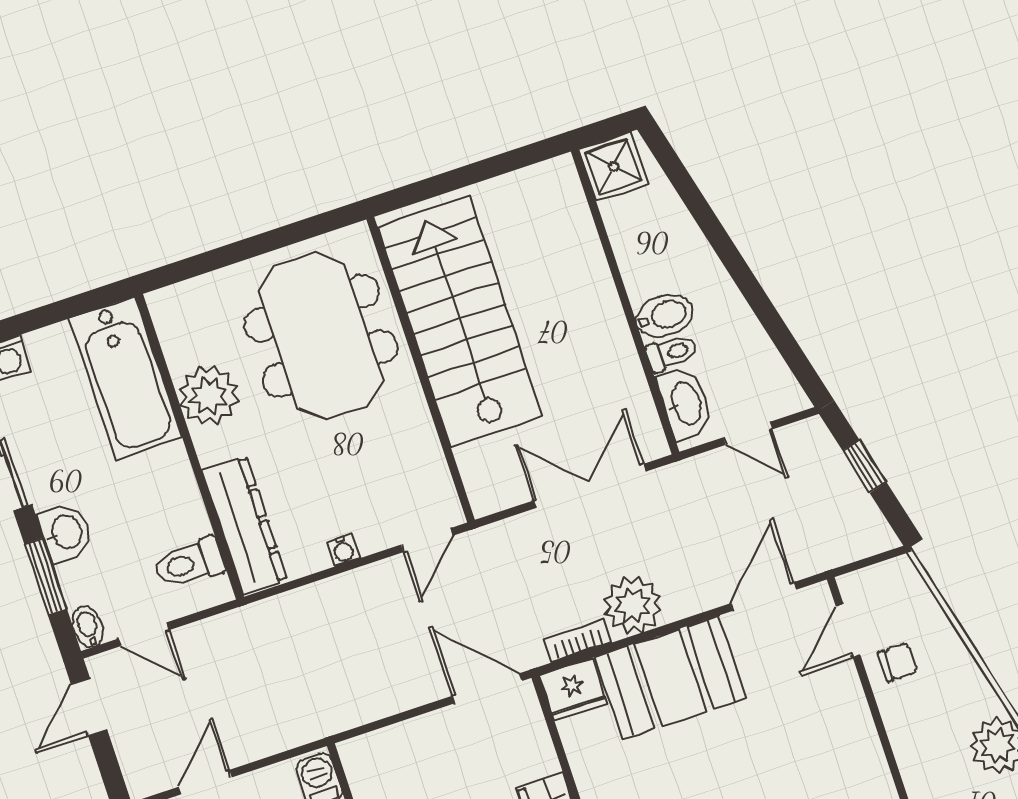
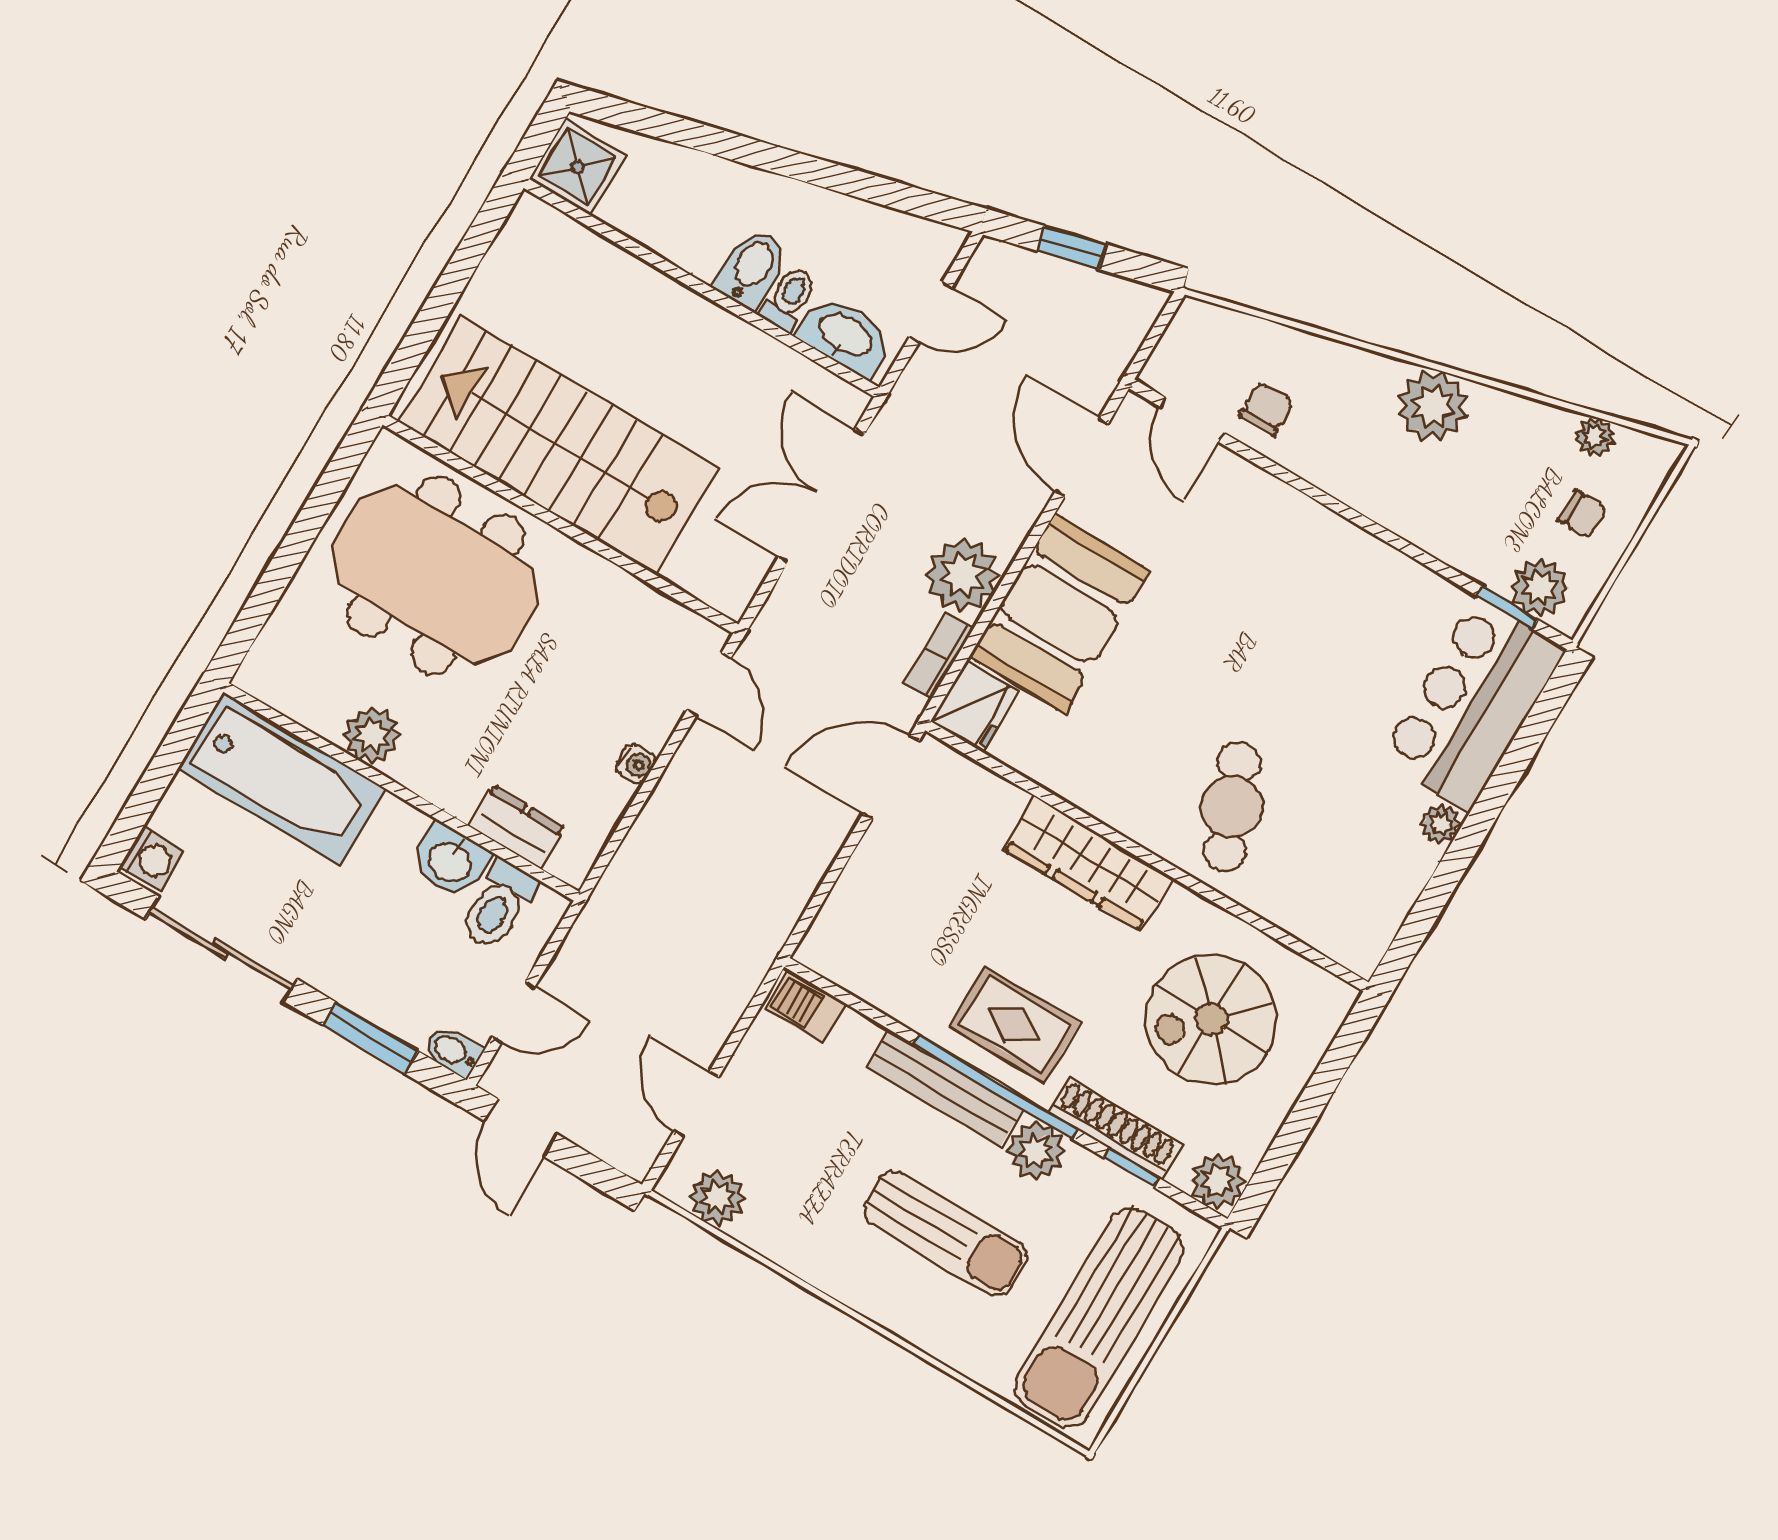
plant: (209, 395) -> (372, 735), width x0.73, depth x0.73
dresser: (245, 525) -> (517, 827), width x0.51, depth x0.80
washbasin: (65, 532) -> (450, 861), moved, turned 180

